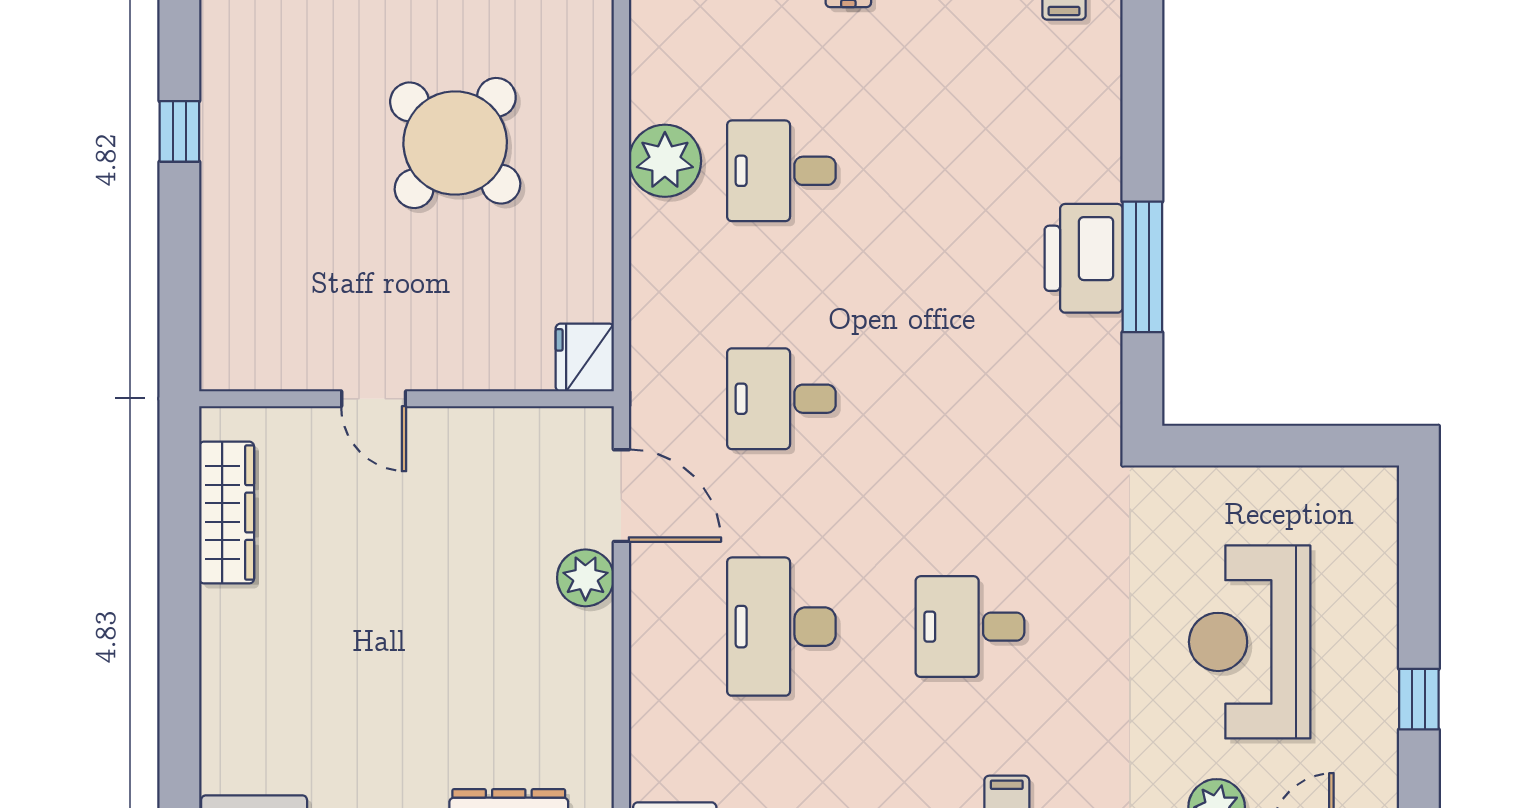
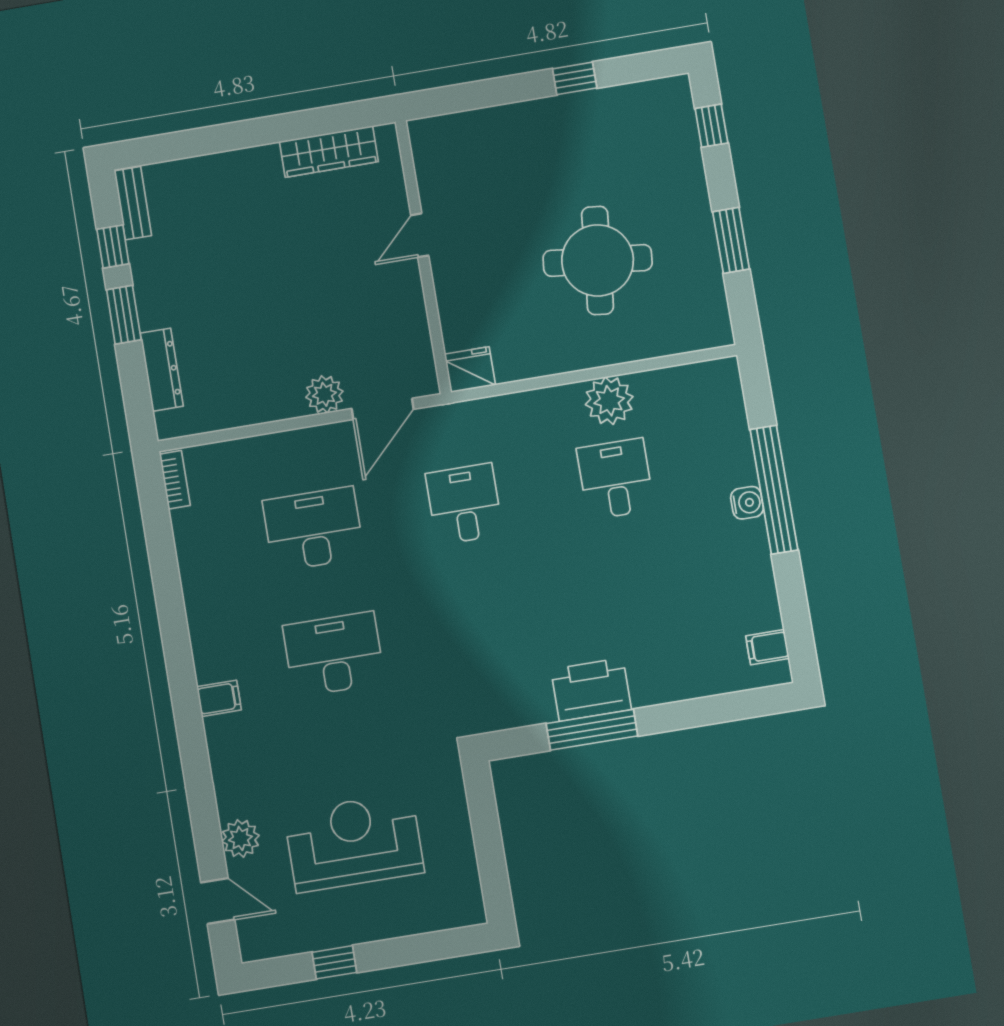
round table: (455, 143) -> (598, 260), turned -36
desk: (970, 627) -> (334, 654), width x1.37

